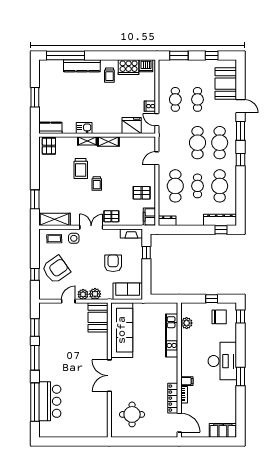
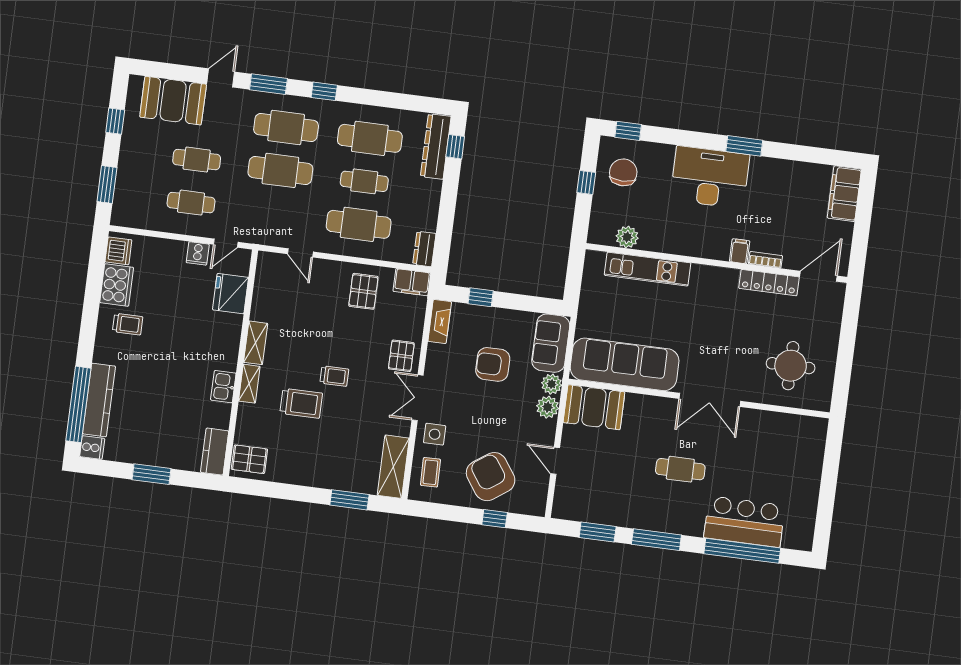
cooker: (44, 65) -> (92, 447), added
kitchen counter: (82, 66) -> (99, 400), moved
plant: (83, 294) -> (552, 384), moved
cafe table: (72, 365) -> (680, 469), added

